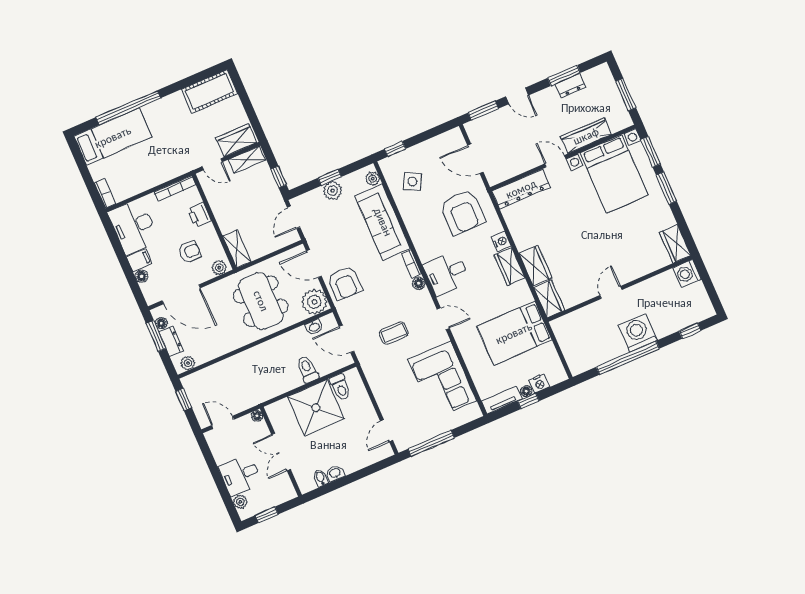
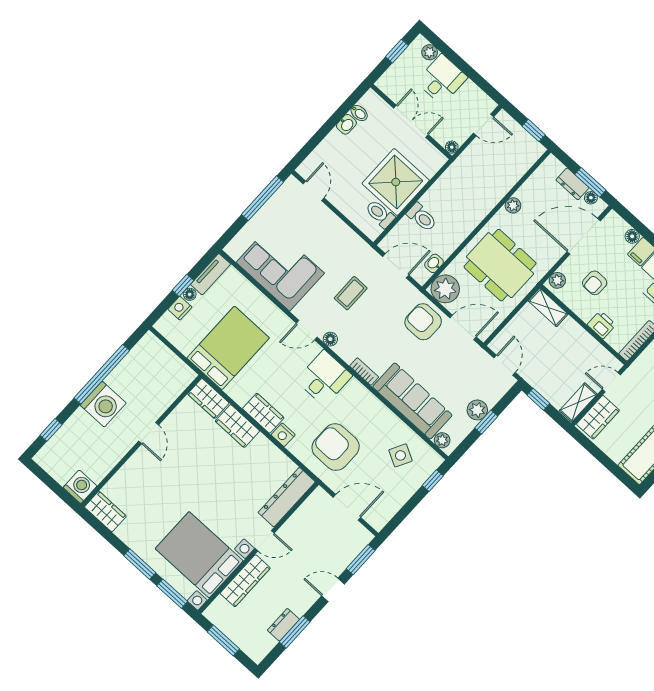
floor lamp: (419, 283) -> (330, 339), moved
plant: (188, 363) -> (513, 205), moved

